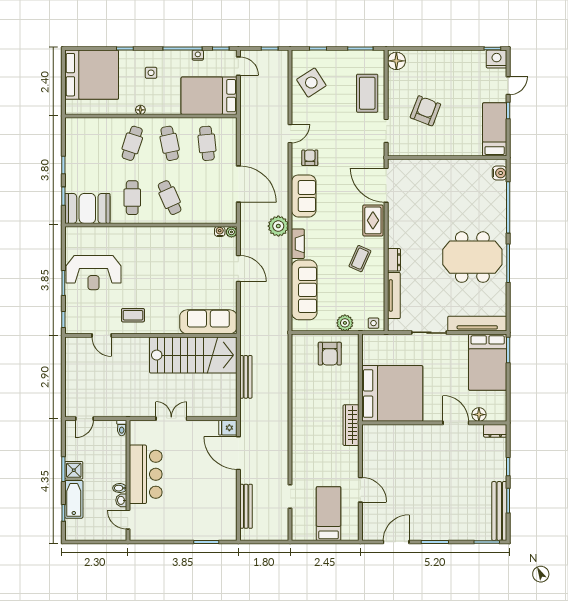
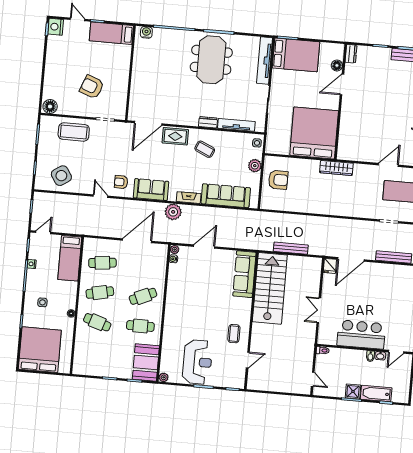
bed: (209, 96) -> (70, 258), width x0.67
plant: (71, 232) -> (164, 377), added

